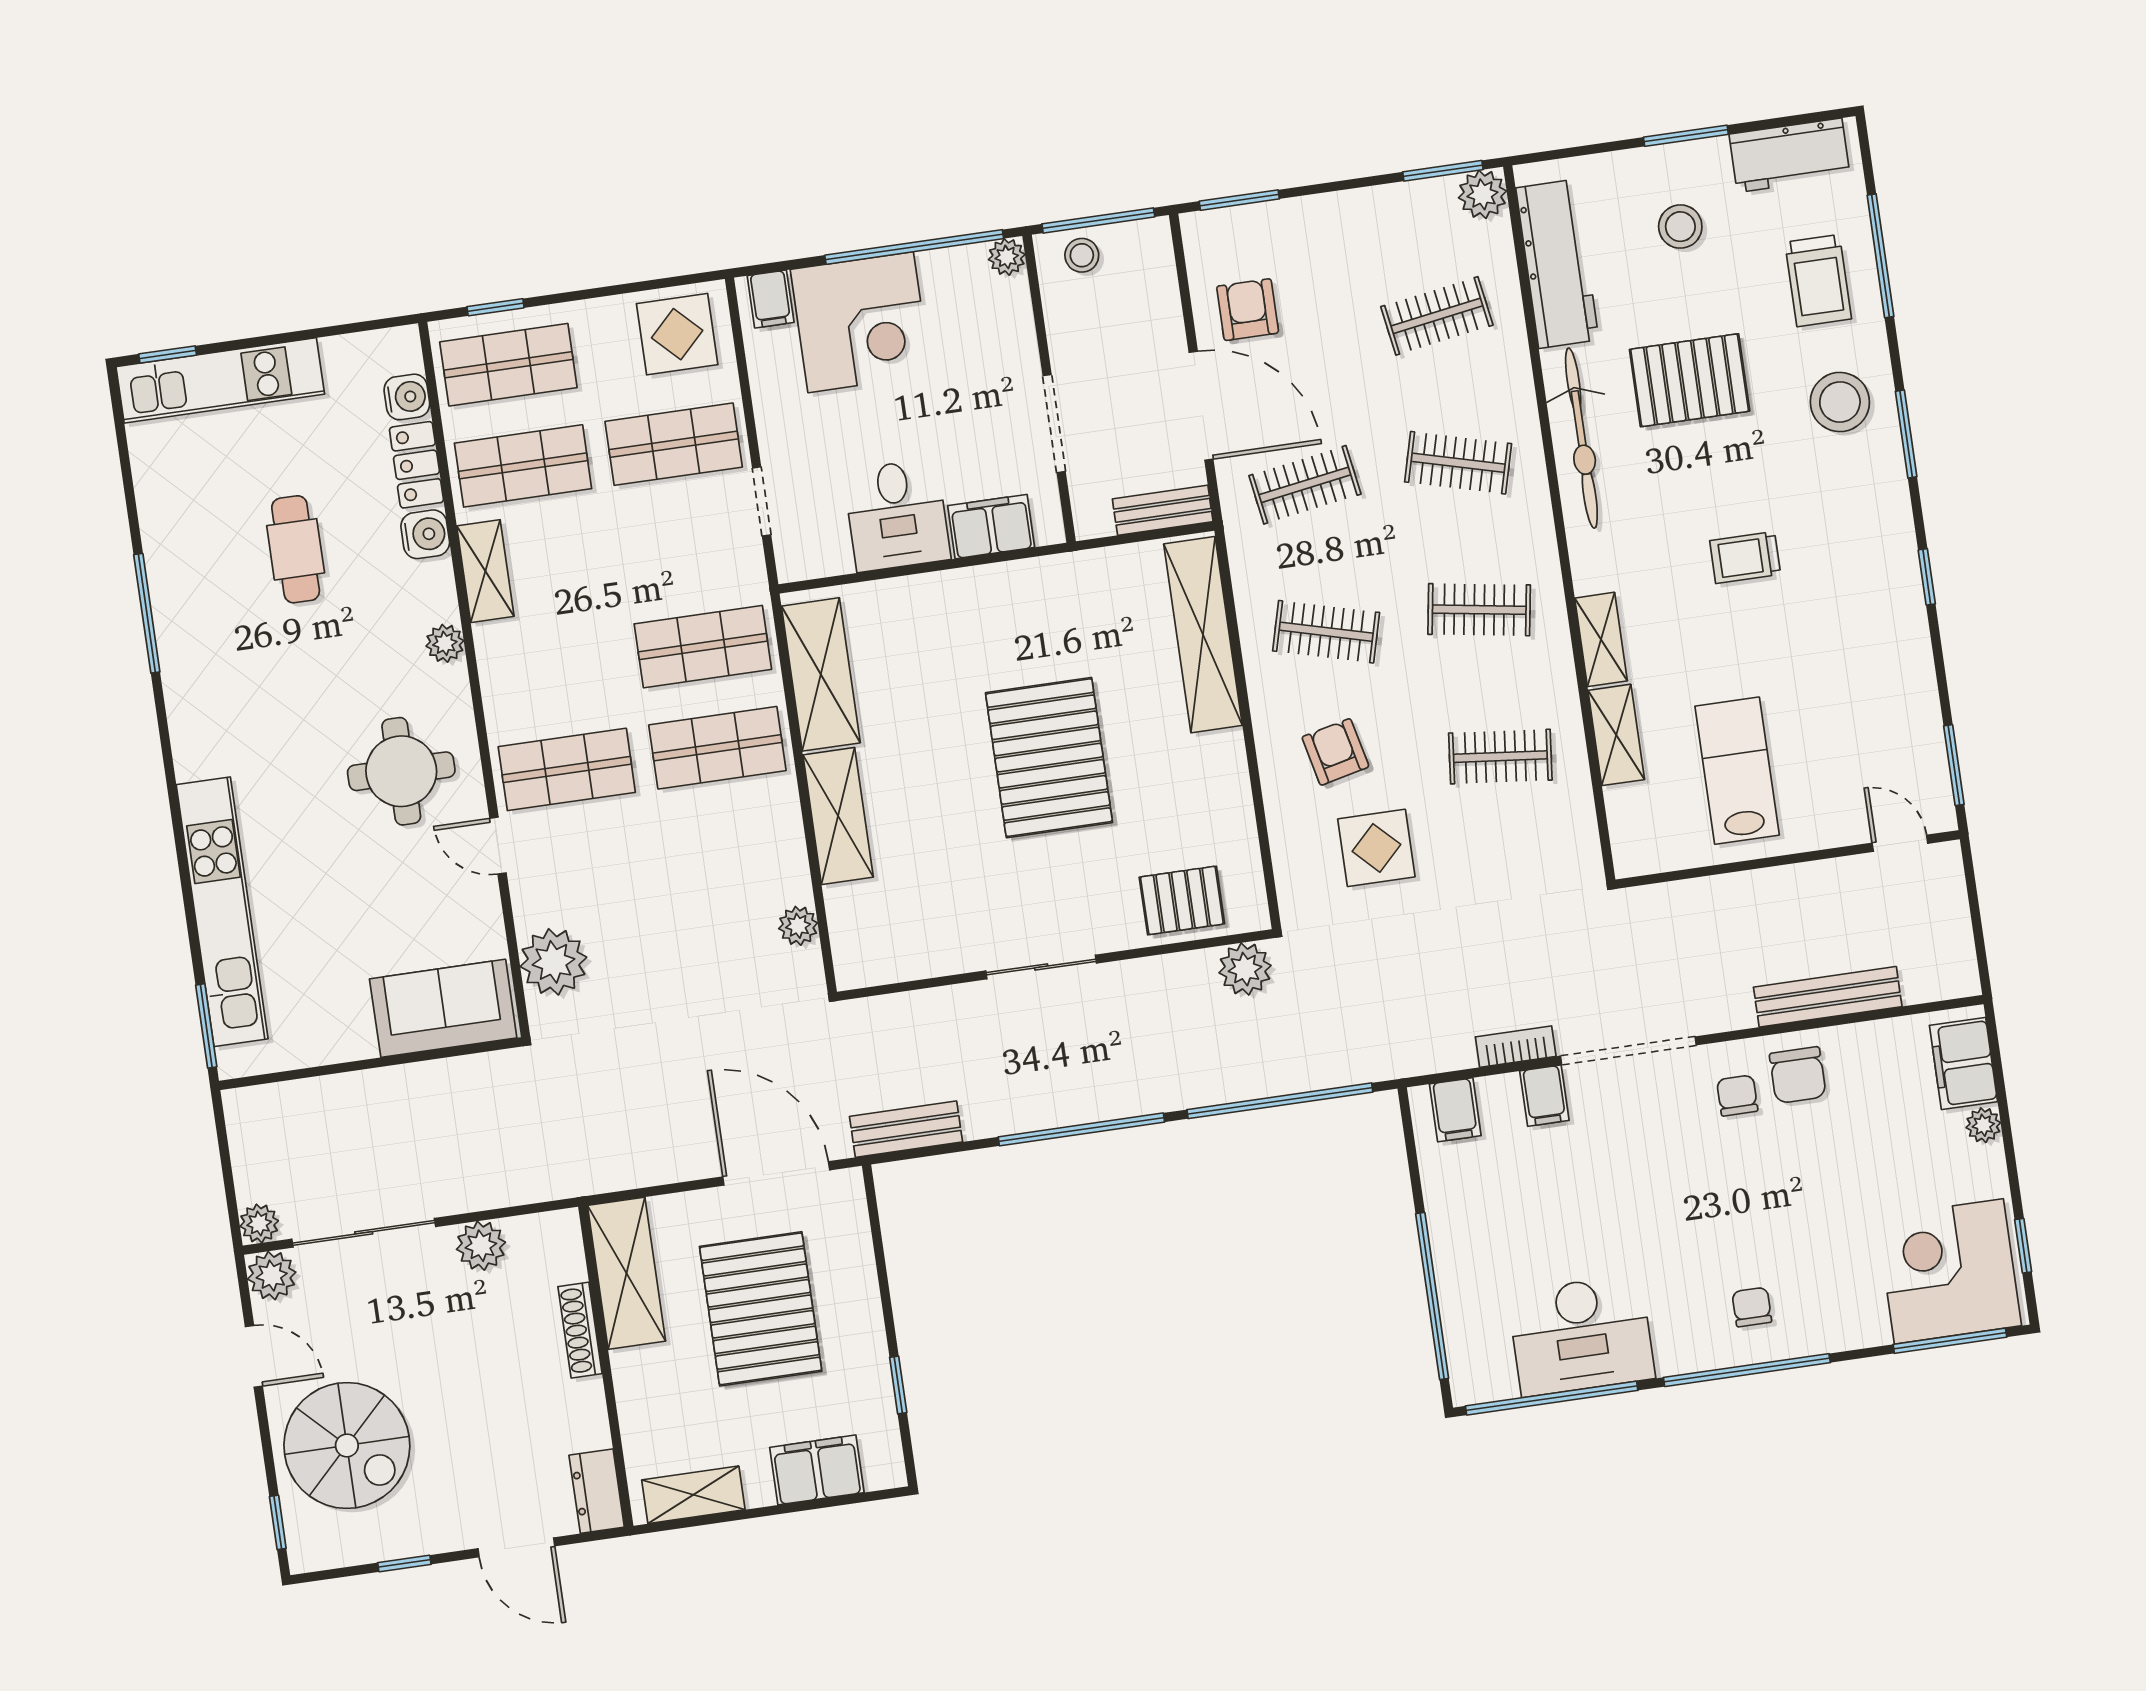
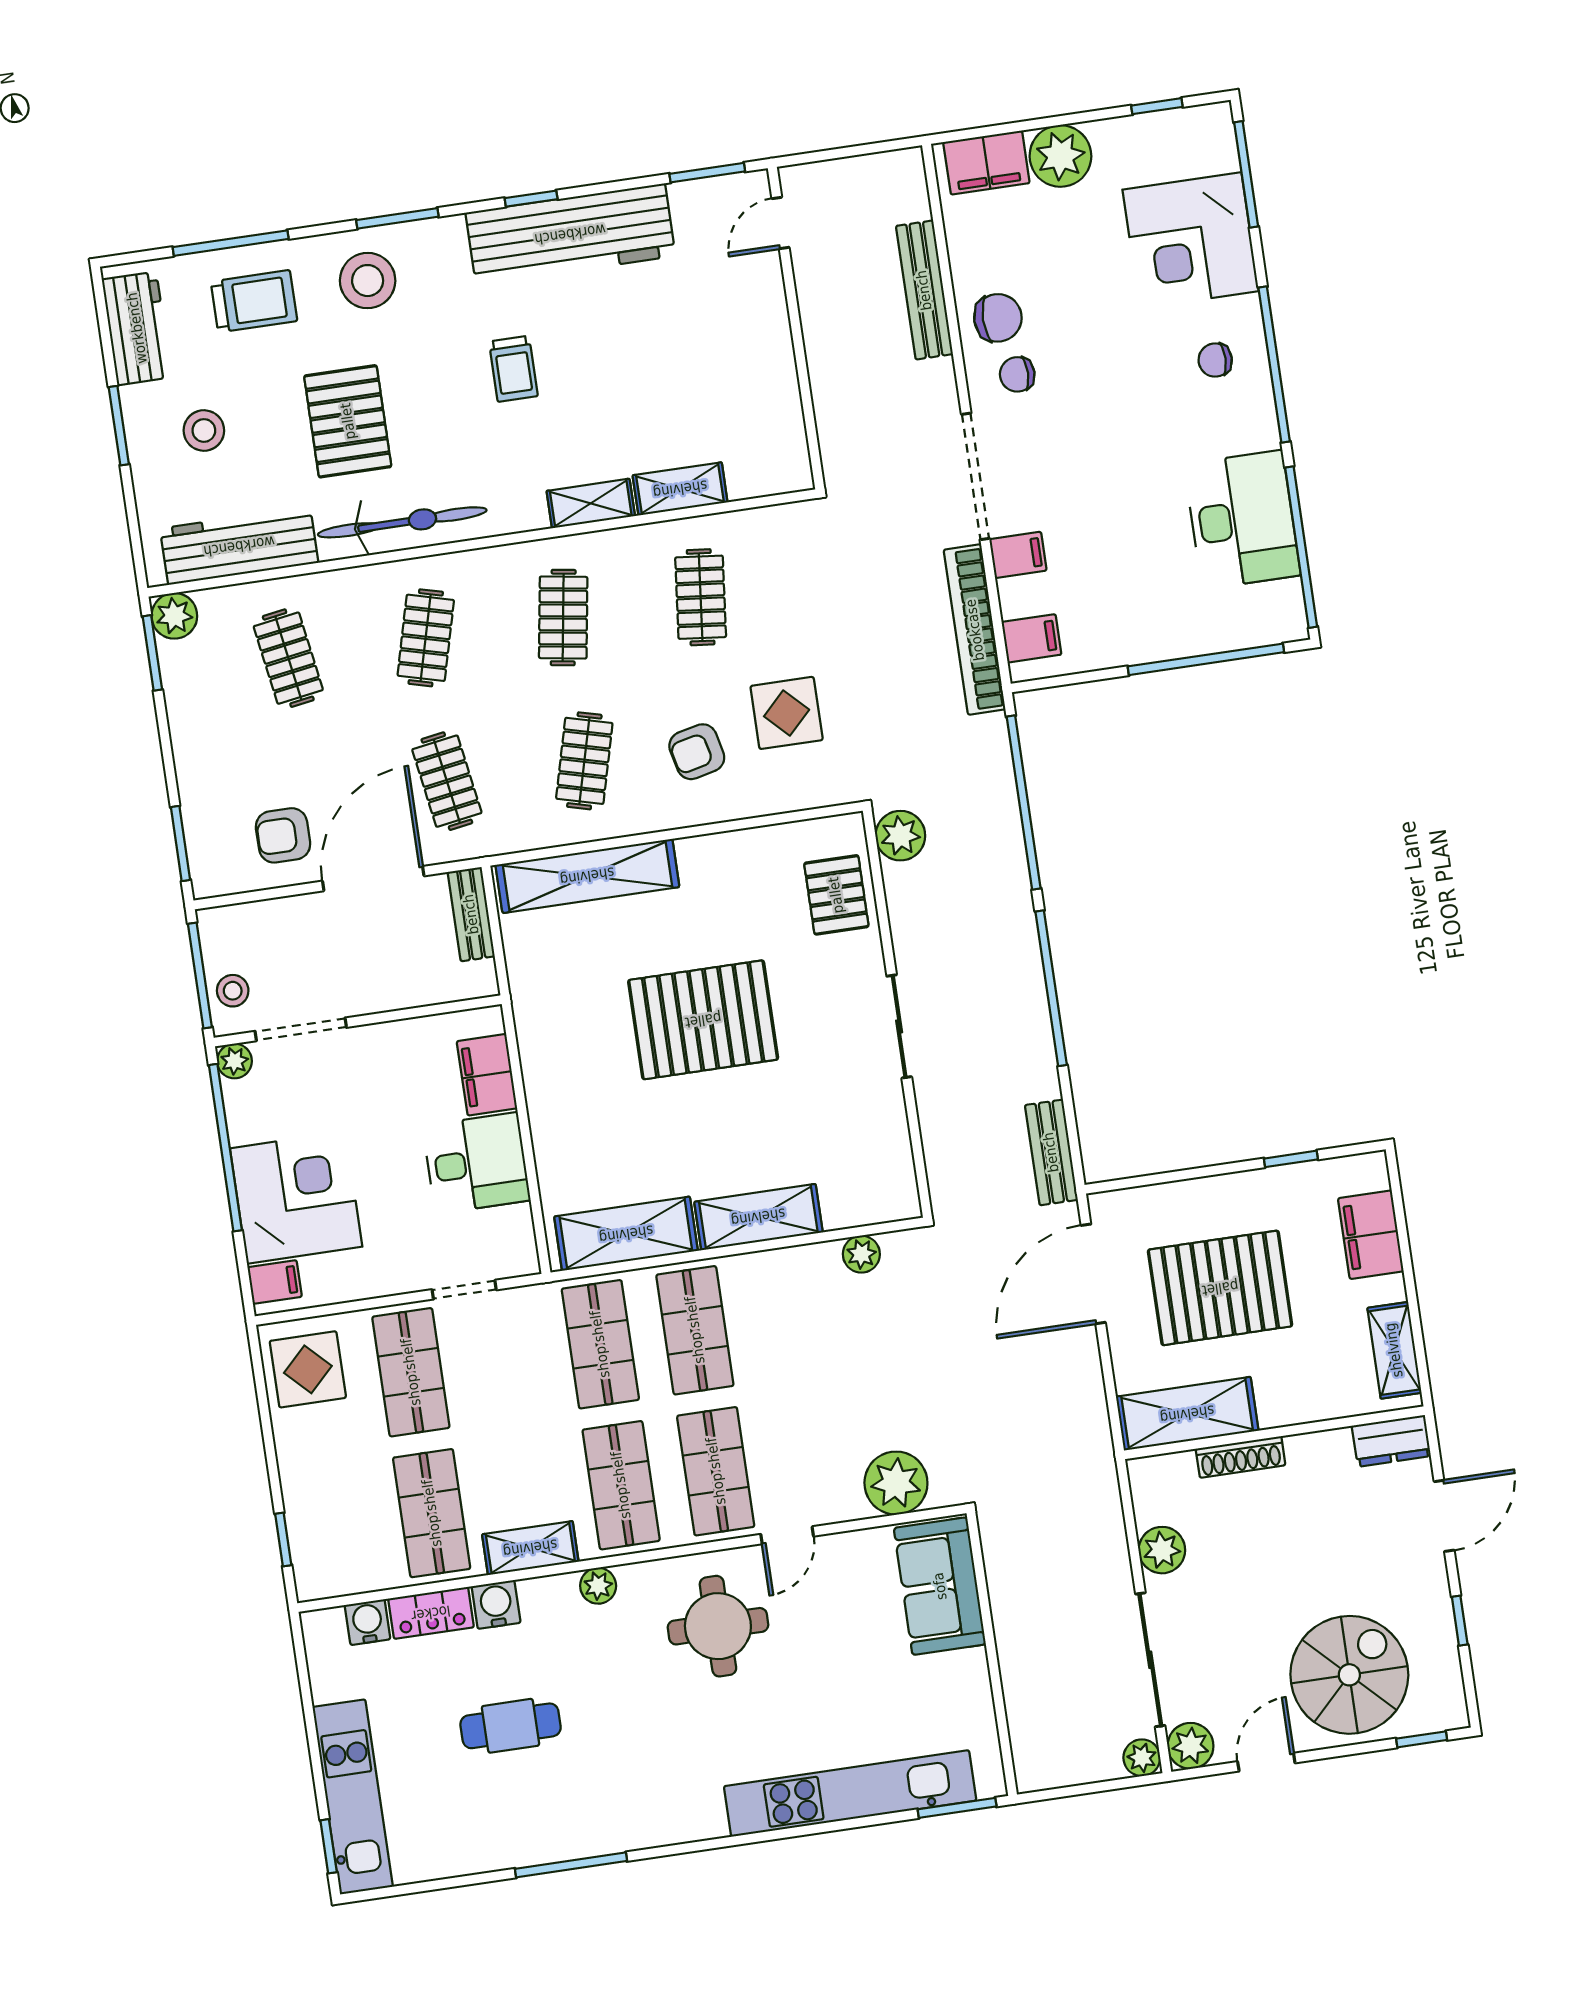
shop shelf: (508, 365) -> (621, 1485), moved
doorway: (1054, 424) -> (301, 1029), moved
workbench: (1888, 619) -> (570, 234), added
lab bench: (1737, 771) -> (713, 376), removed
bookcase: (1516, 1047) -> (975, 630), width x2.31, depth x1.31
plant: (1983, 1125) -> (1060, 156), width x1.87, depth x1.87
corner desk: (1949, 1271) -> (1191, 240), moved

